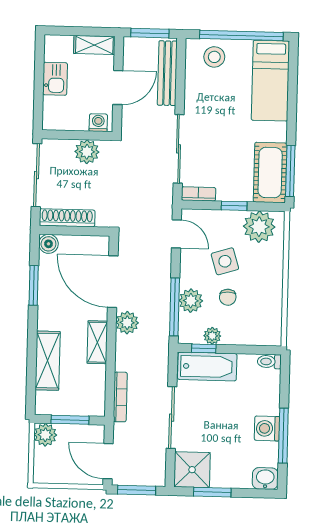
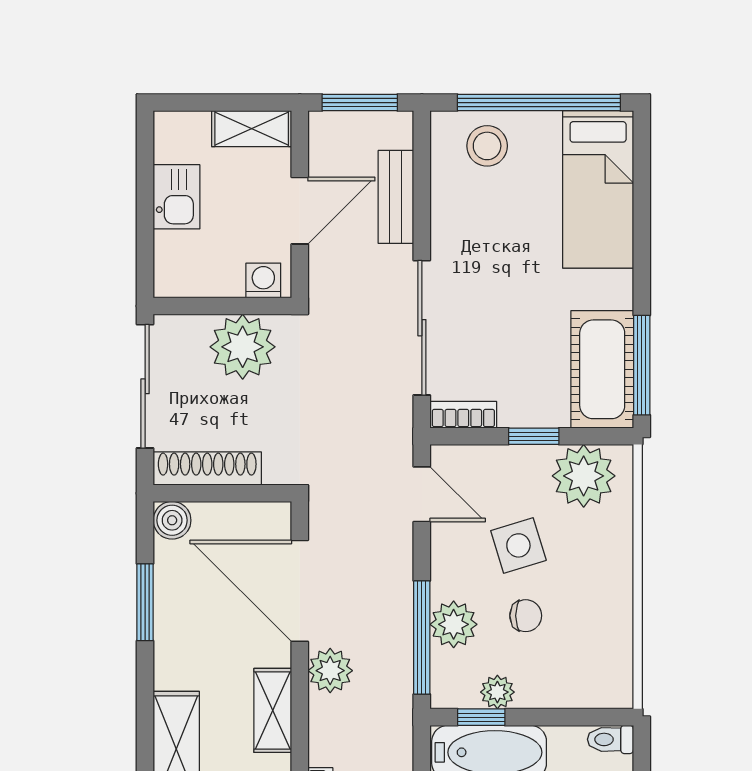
bench: (167, 73) -> (396, 197), width x0.73
plant: (87, 152) -> (243, 347), width x1.36, depth x1.36
chair: (228, 297) -> (526, 616), turned -90

